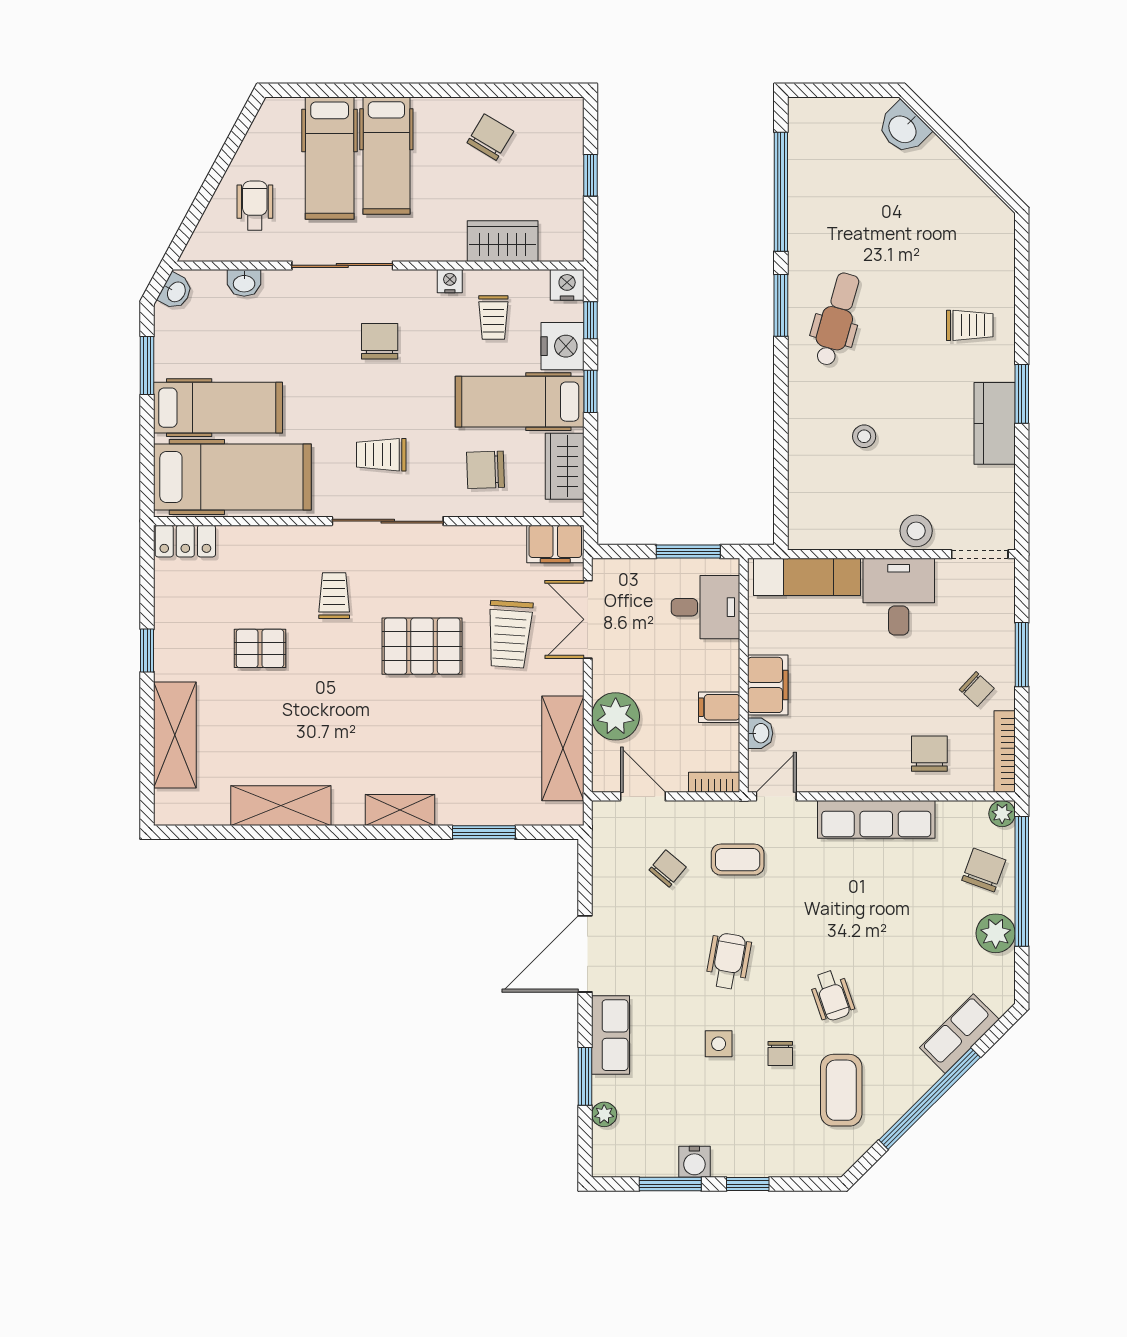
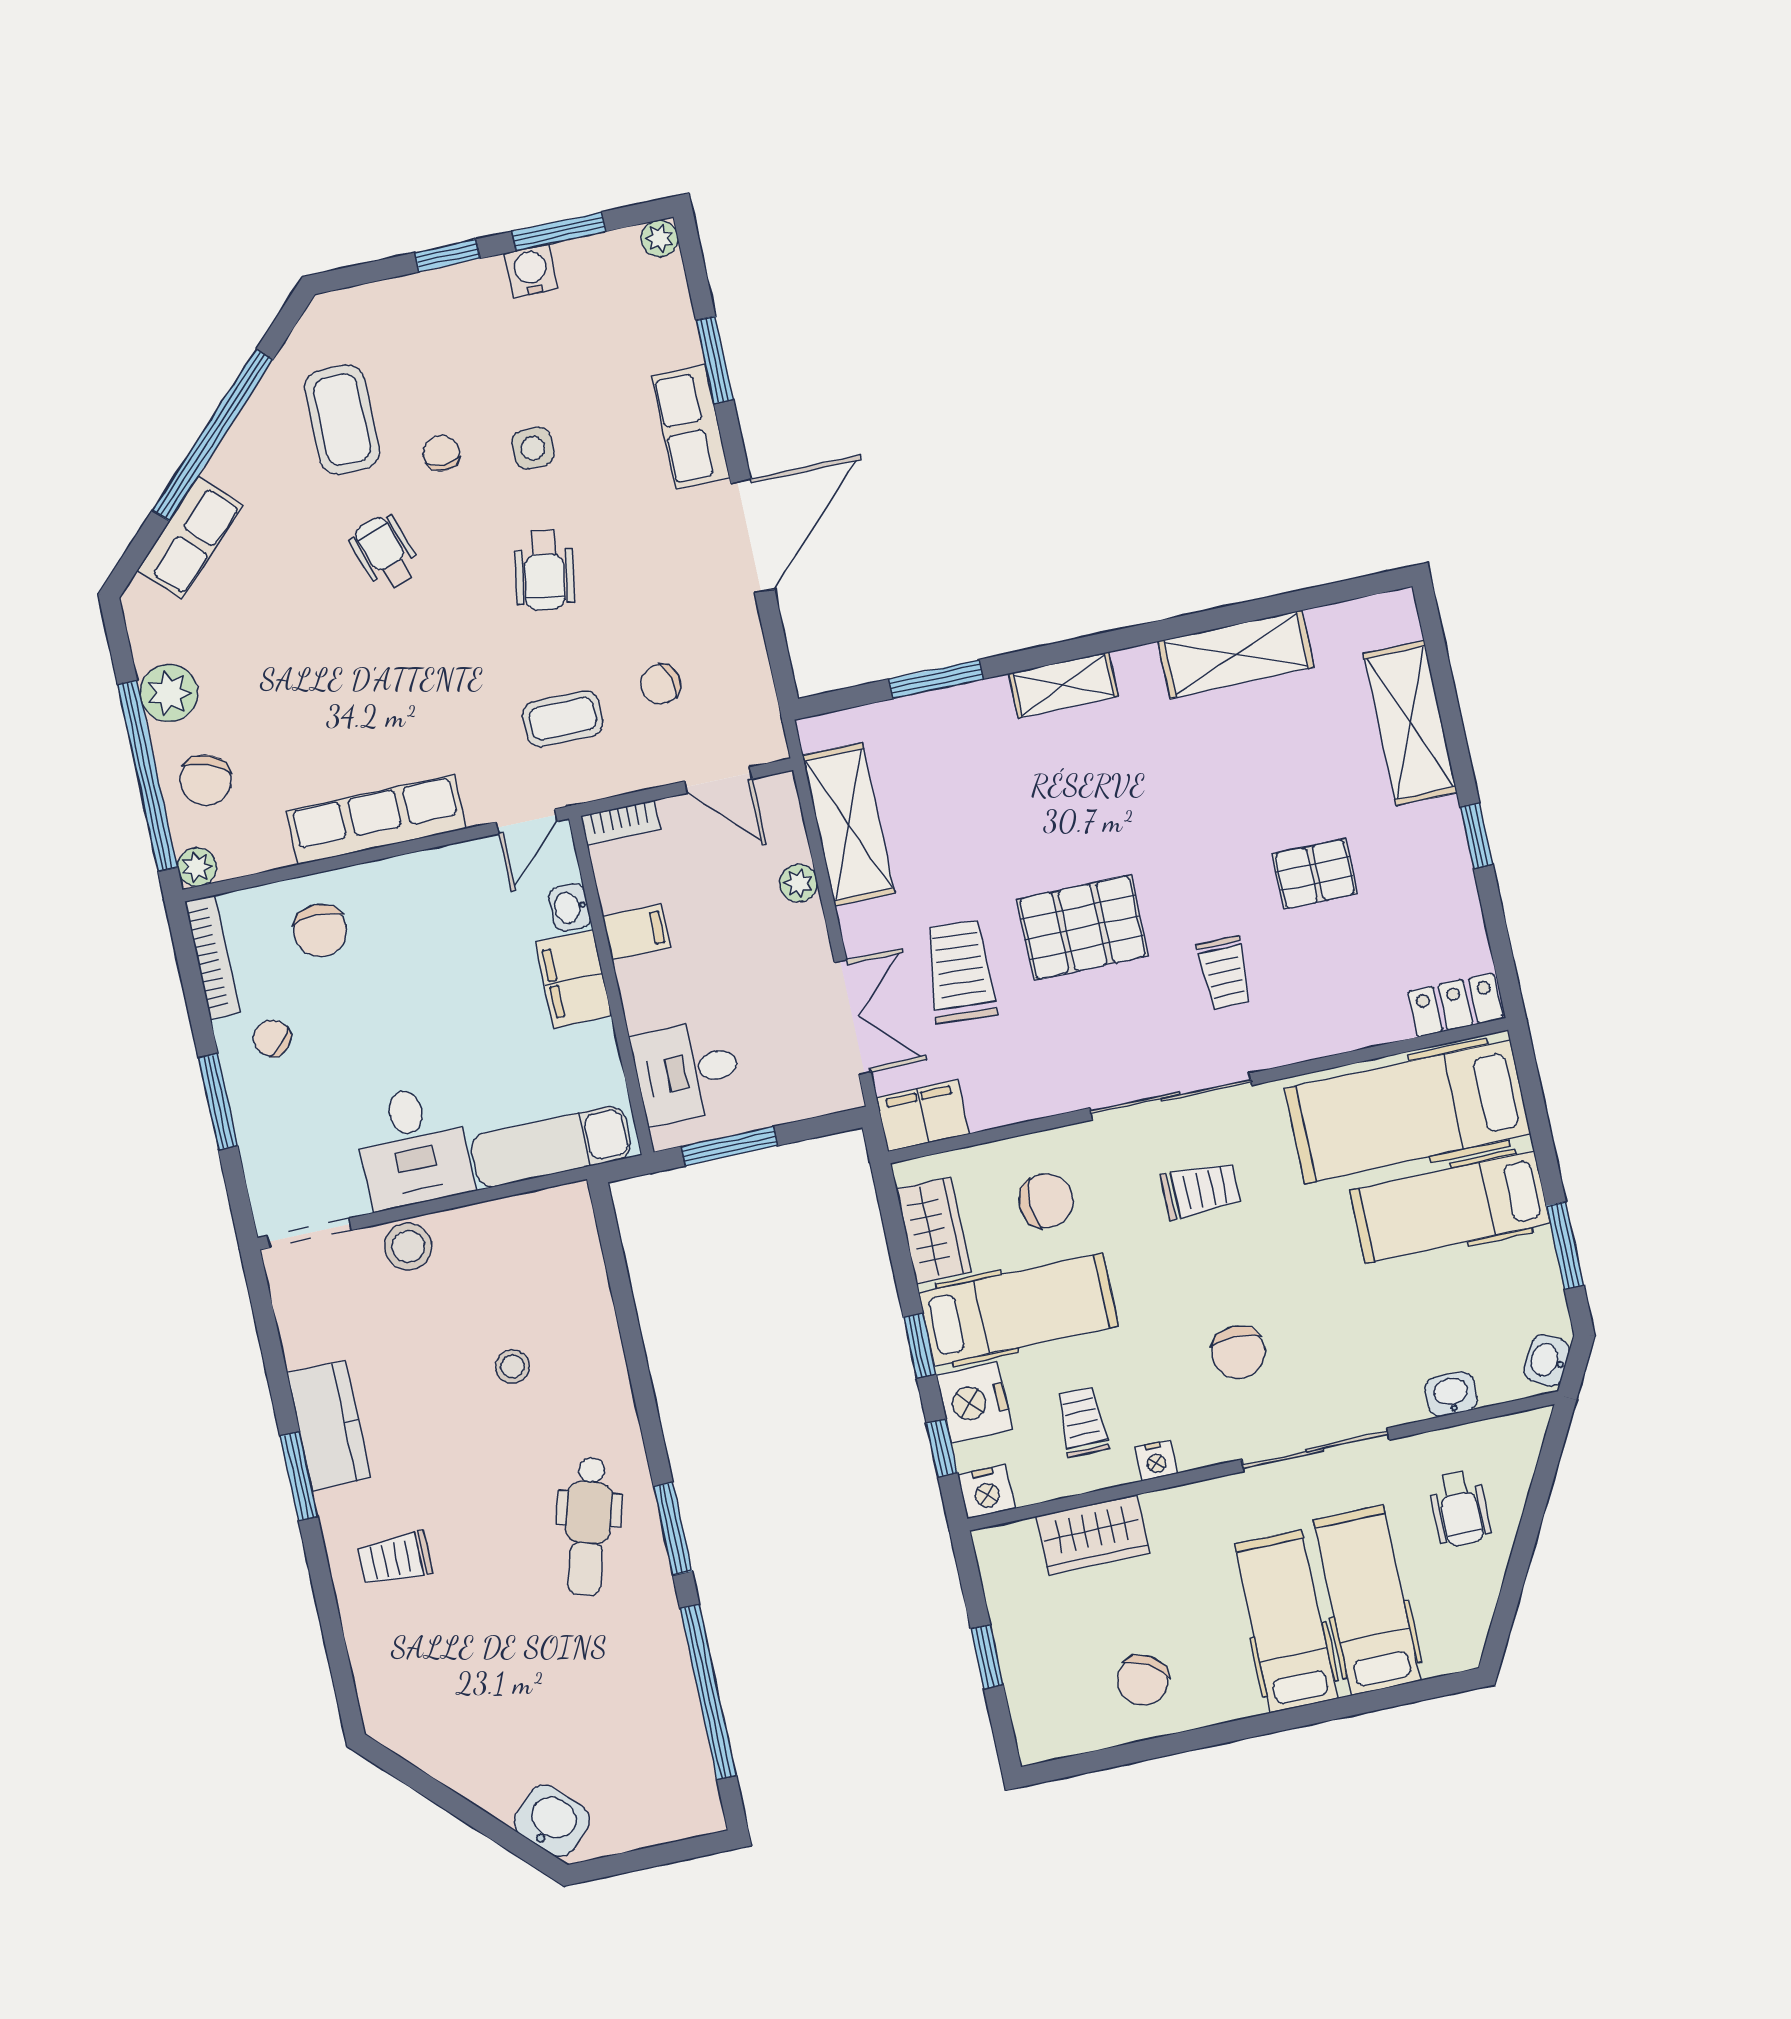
plant: (616, 716) -> (799, 883), width x0.53, depth x0.53
chair: (668, 868) -> (661, 684), turned 34
plant: (604, 1114) -> (660, 238), moved

